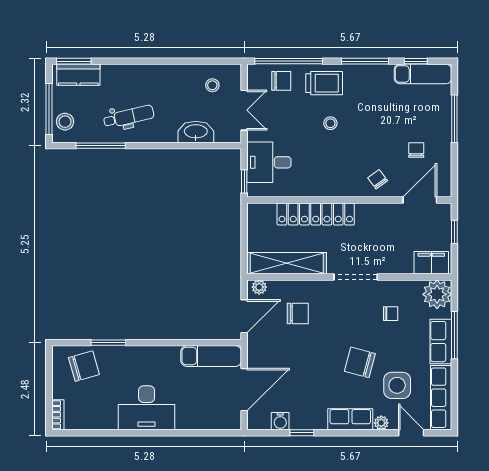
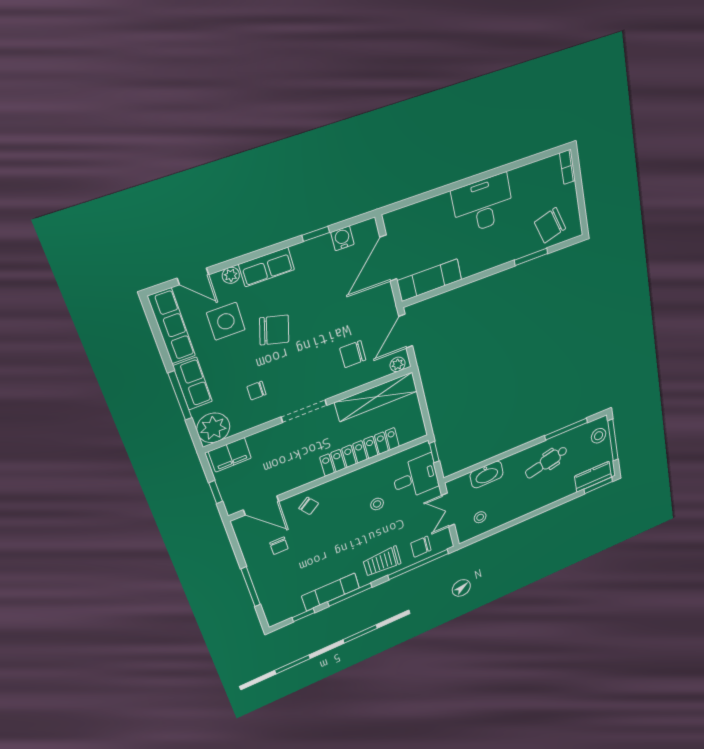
exam couch: (423, 74) -> (331, 592), moved
stool: (330, 123) -> (377, 504), moved
door: (420, 200) -> (261, 506), hinge flipped

